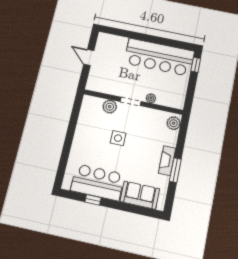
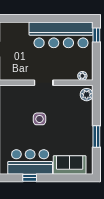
plant: (151, 98) -> (82, 76), moved
plant: (110, 107) -> (26, 92), removed
fireplace: (167, 161) -> (87, 130), removed

